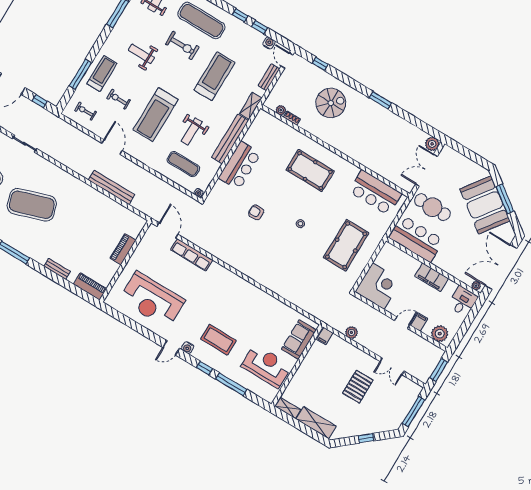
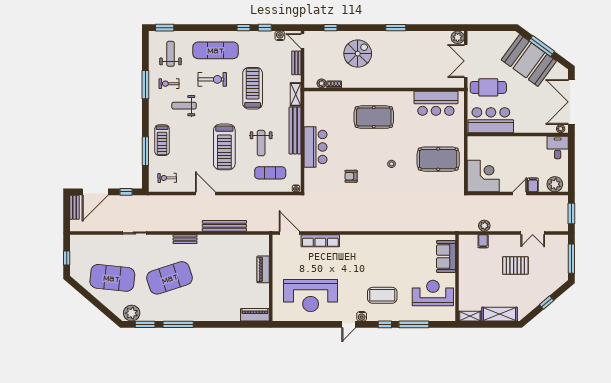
treadmill: (102, 73) -> (162, 140), turned 180
exercise bike: (119, 99) -> (169, 84), moved
pool table: (346, 245) -> (438, 159), turned 90
bench: (57, 269) -> (185, 239), moved
filing cabinet: (432, 277) -> (521, 143), removed
filing cabinet: (325, 336) -> (483, 241), moved
pallet: (358, 387) -> (515, 265), turned 90

